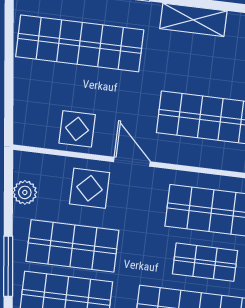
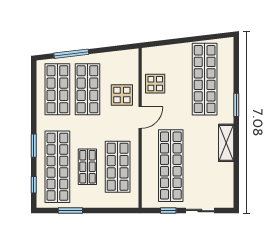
plant: (25, 192) -> (115, 58), removed

